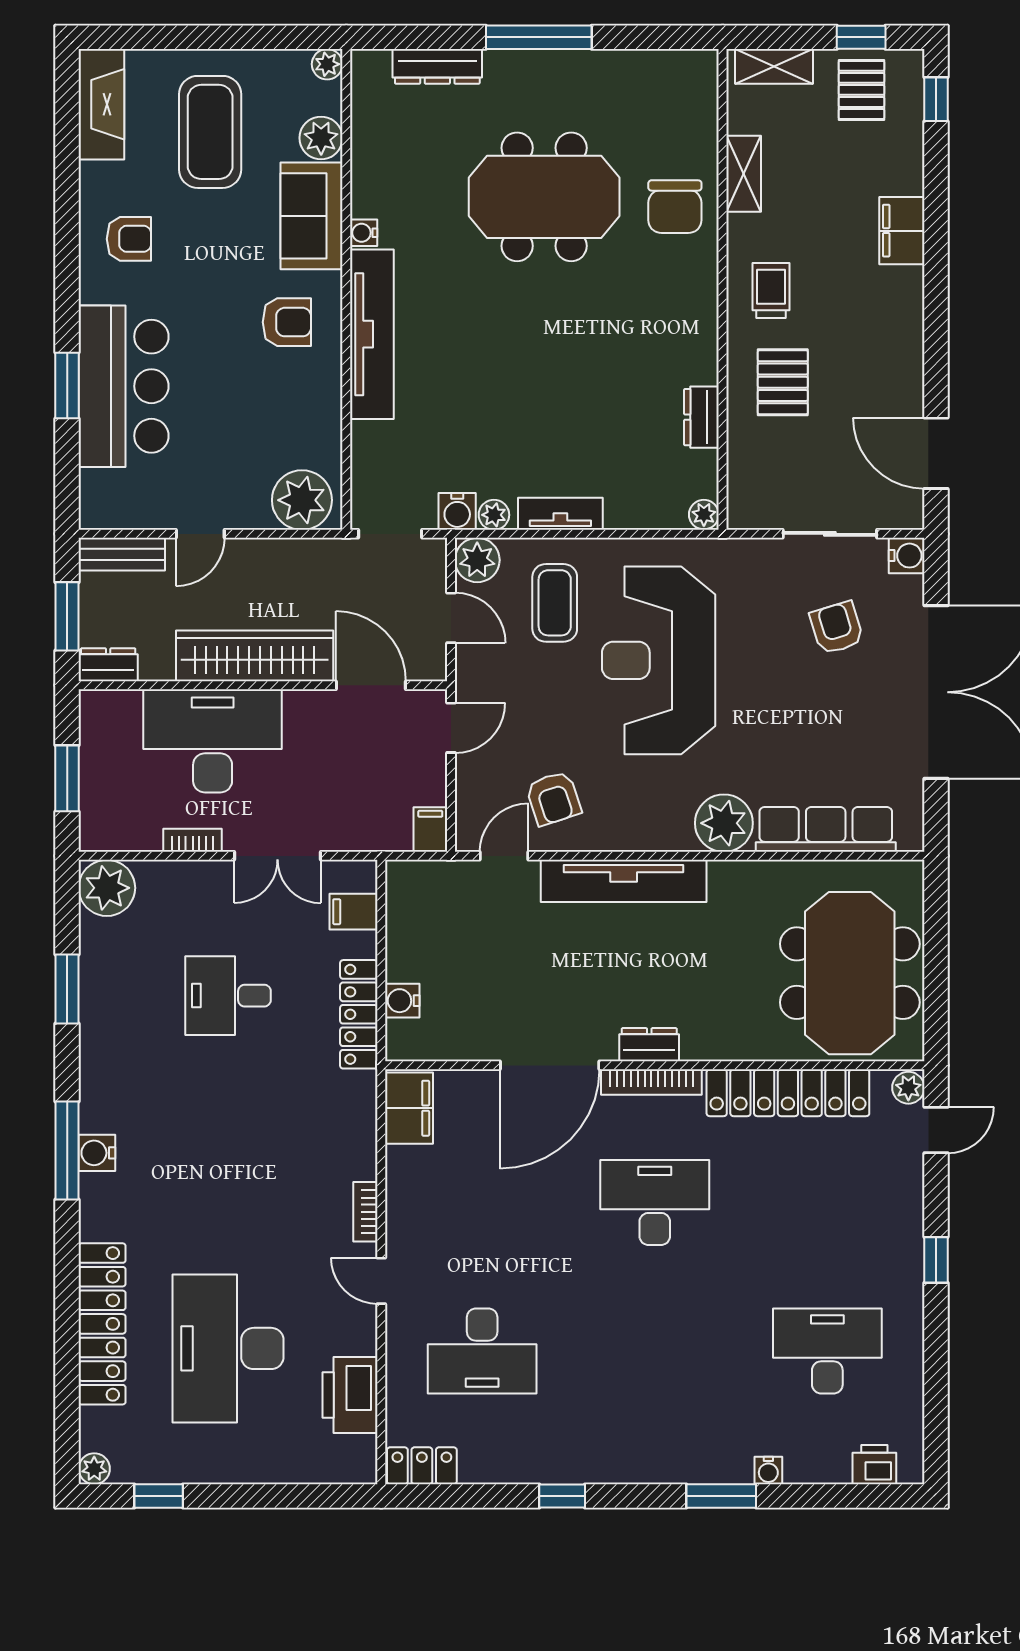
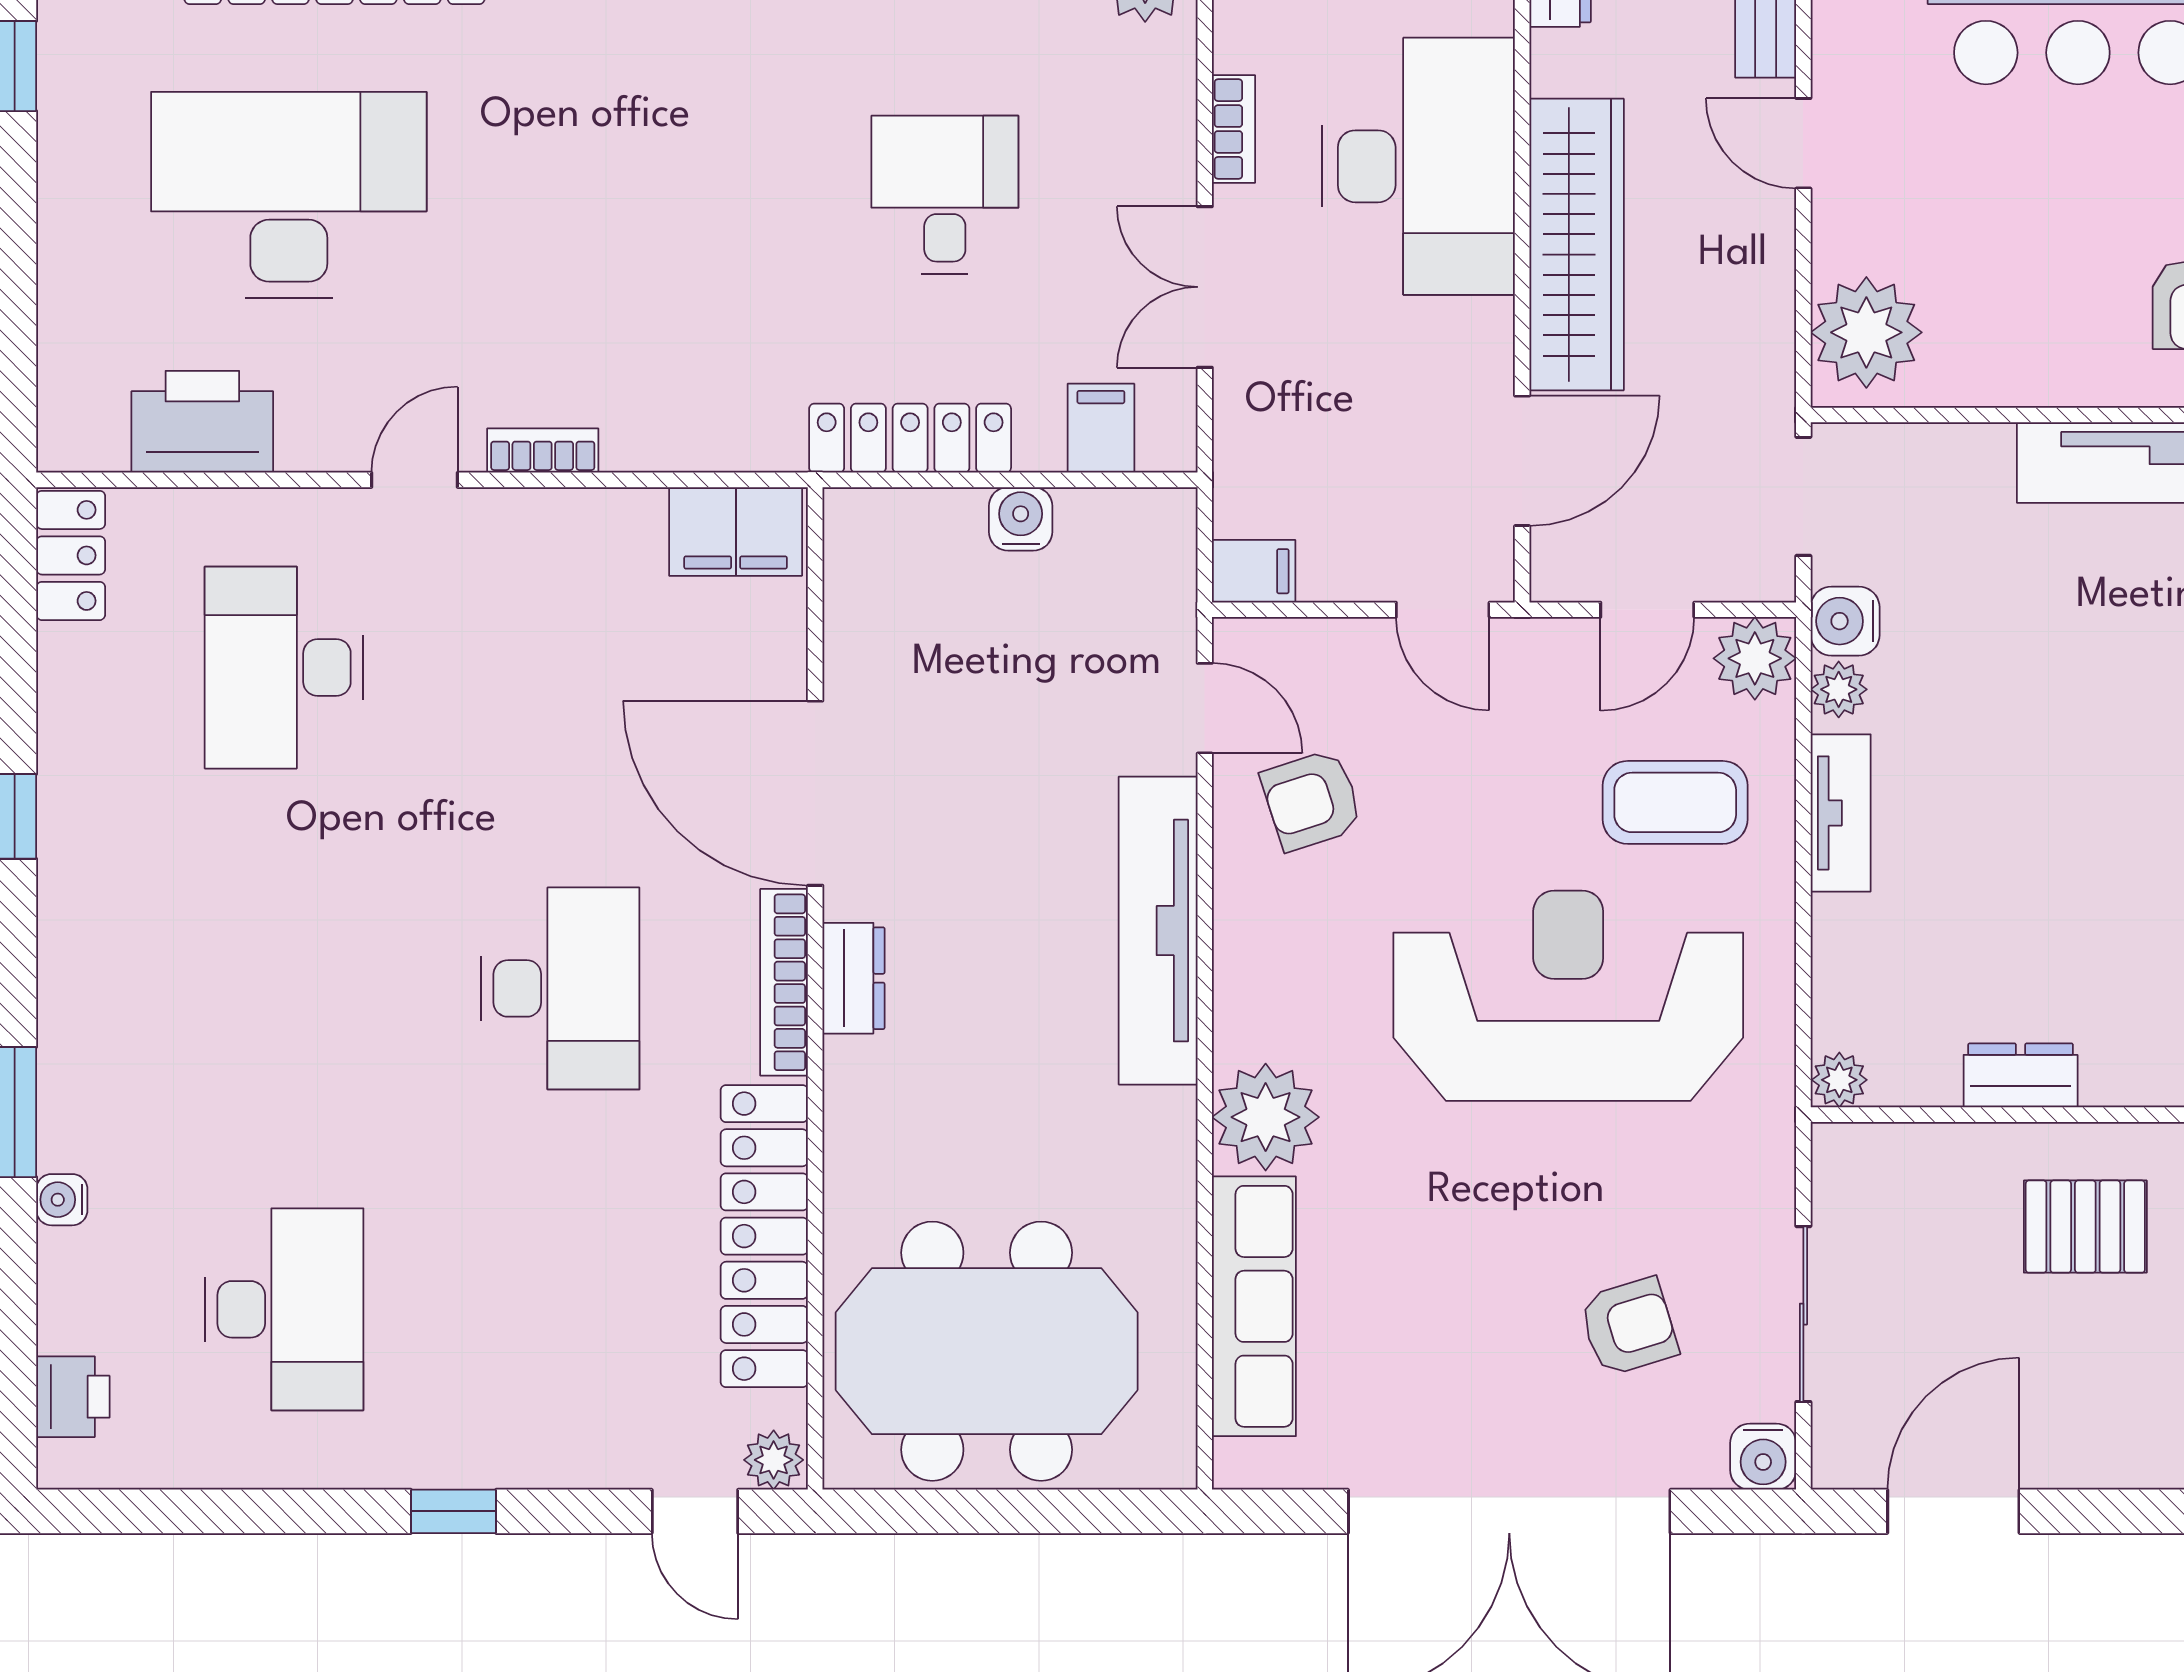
water cooler: (402, 1001) -> (1021, 519), moved

